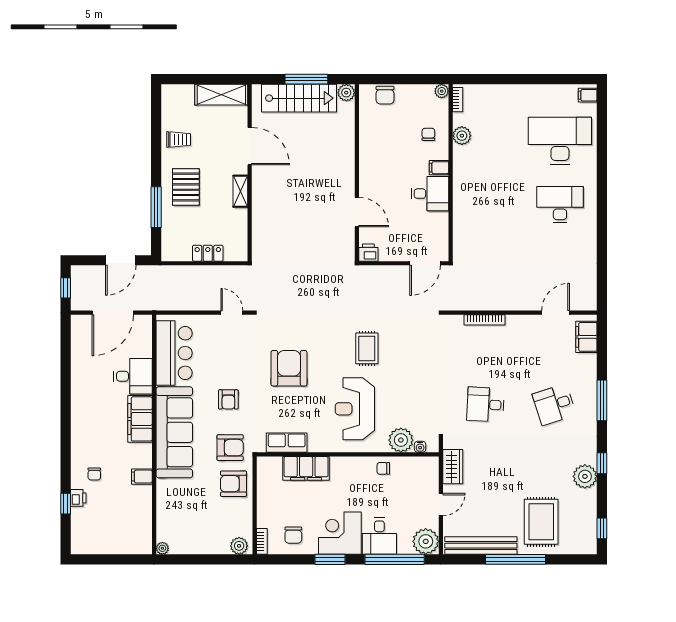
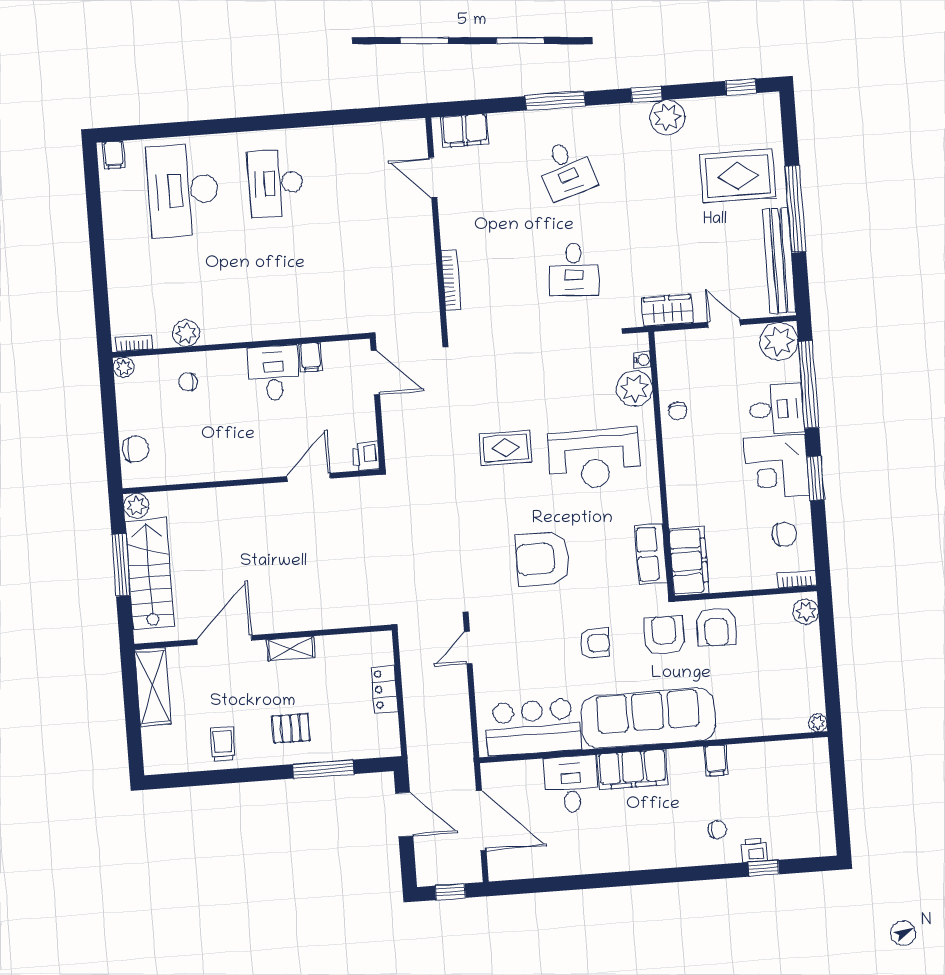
filing cabinet: (439, 168) -> (310, 357), moved
pallet: (186, 187) -> (291, 728), width x0.67, depth x0.71
filing cabinet: (306, 468) -> (689, 561), moved

